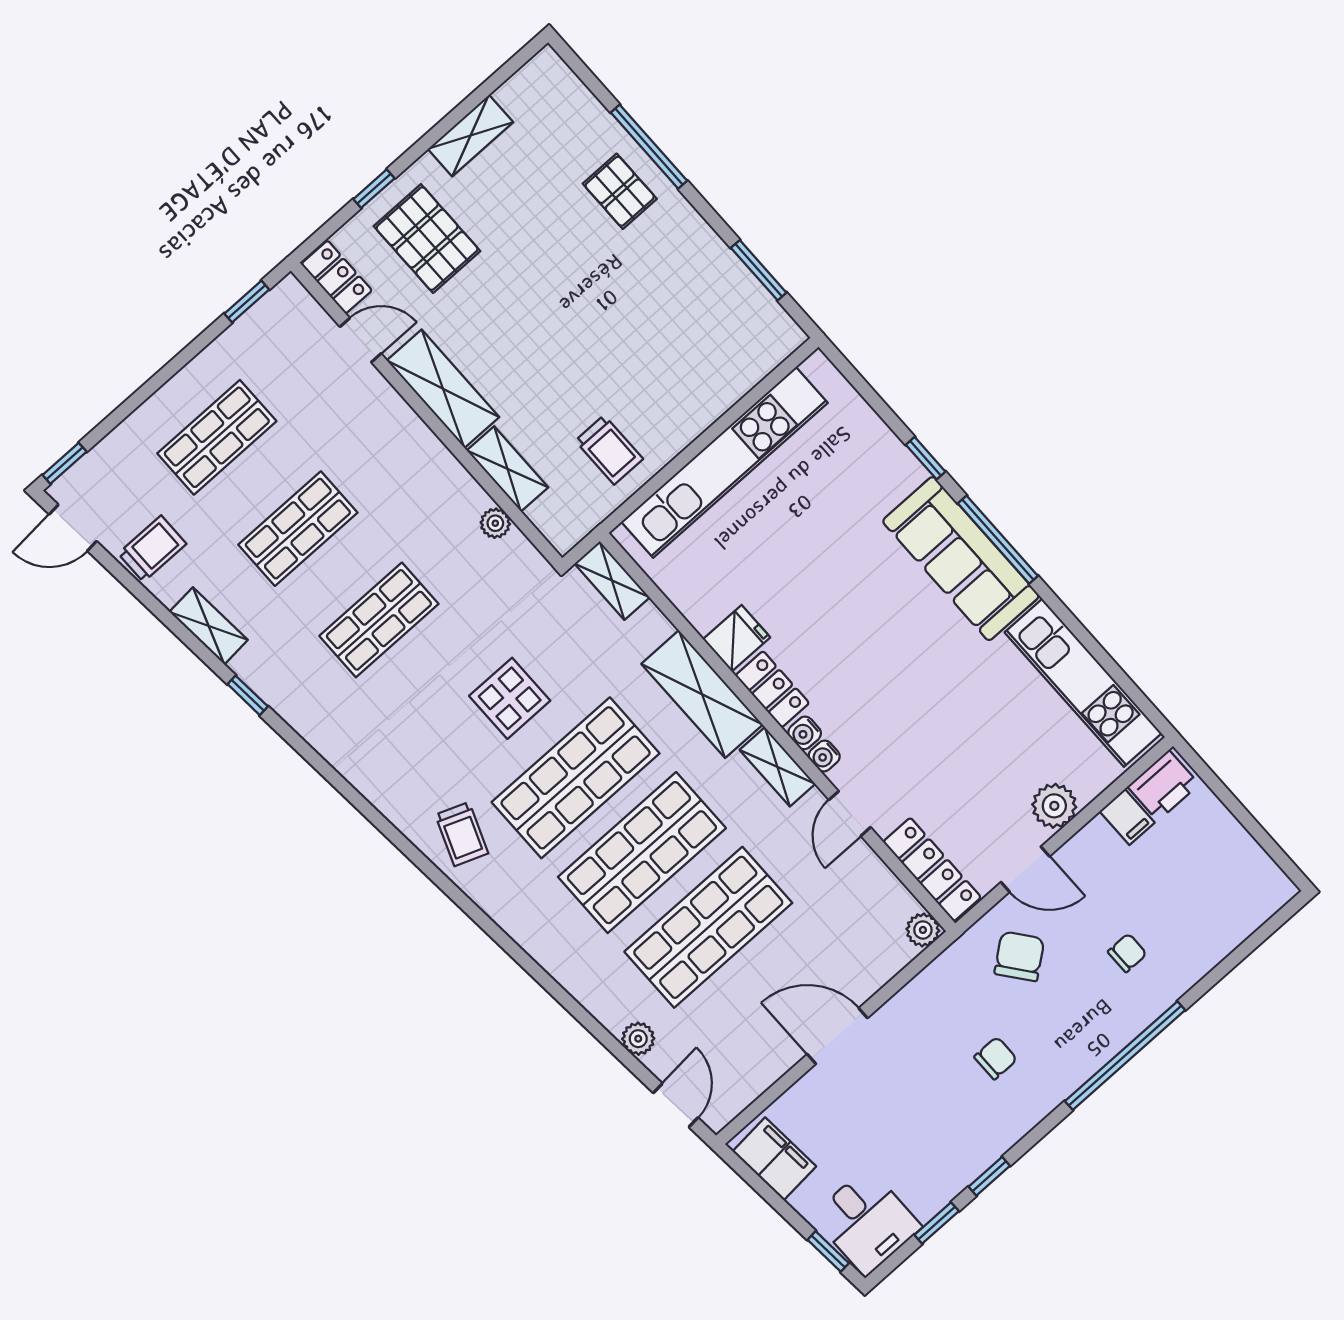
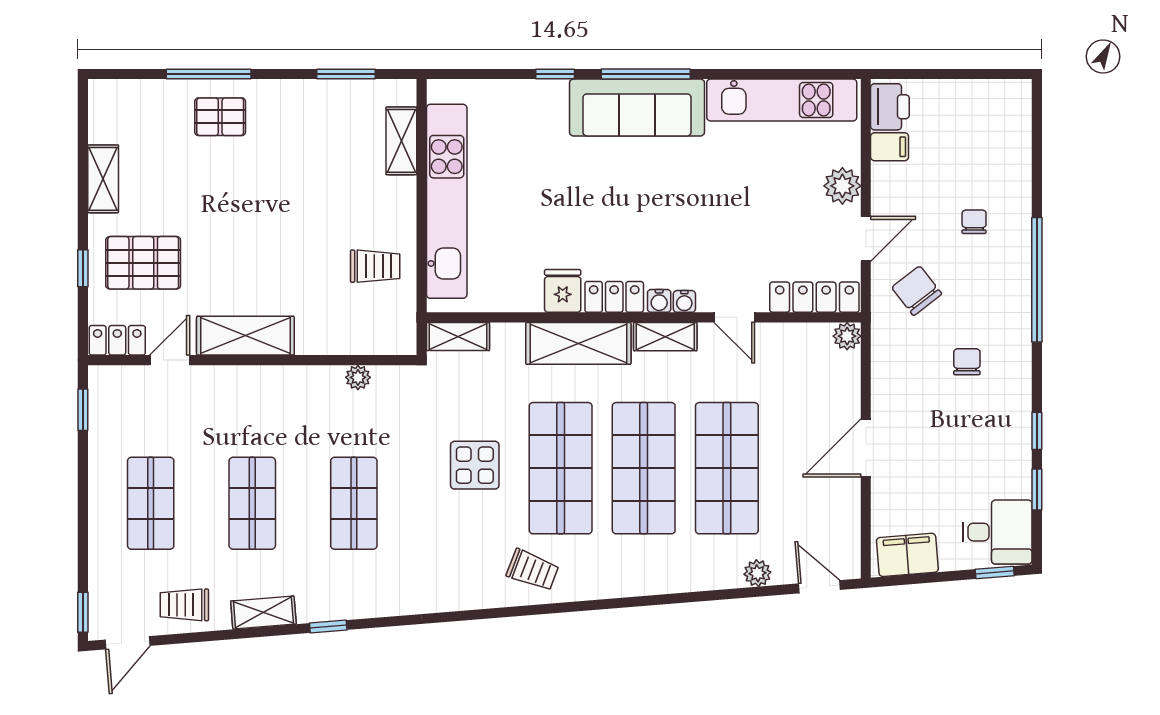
shelving: (507, 469) -> (401, 141), moved, turned 90
trolley: (152, 549) -> (184, 605), turned -90

